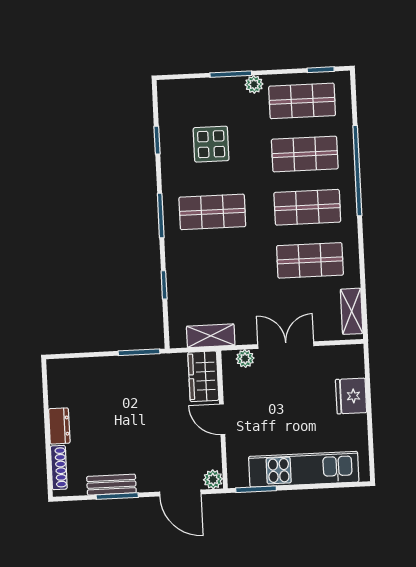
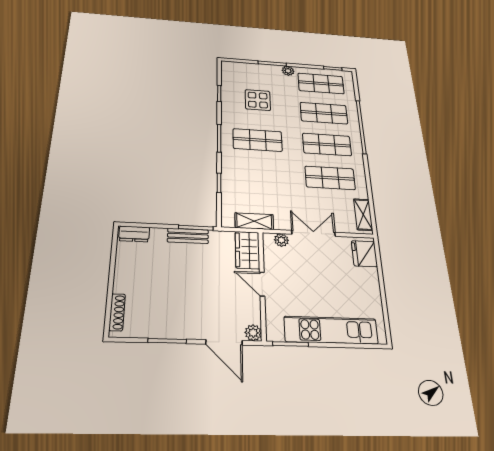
fridge: (351, 396) -> (364, 254), moved
dresser: (59, 426) -> (134, 234), moved, turned 90
bench: (111, 485) -> (188, 236), moved

